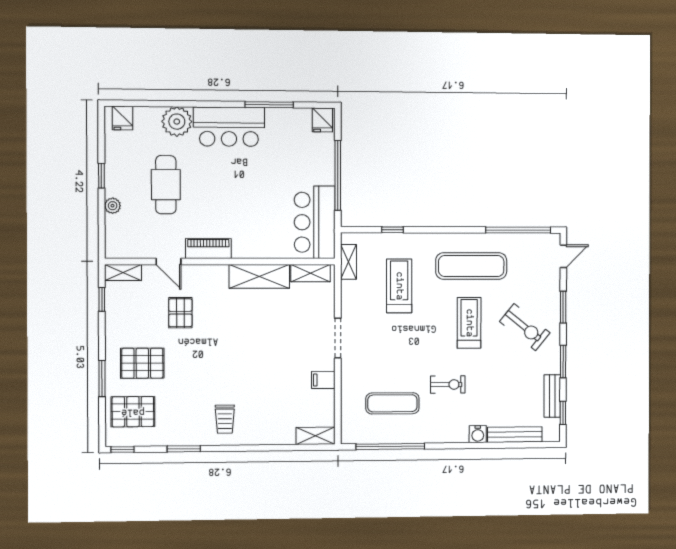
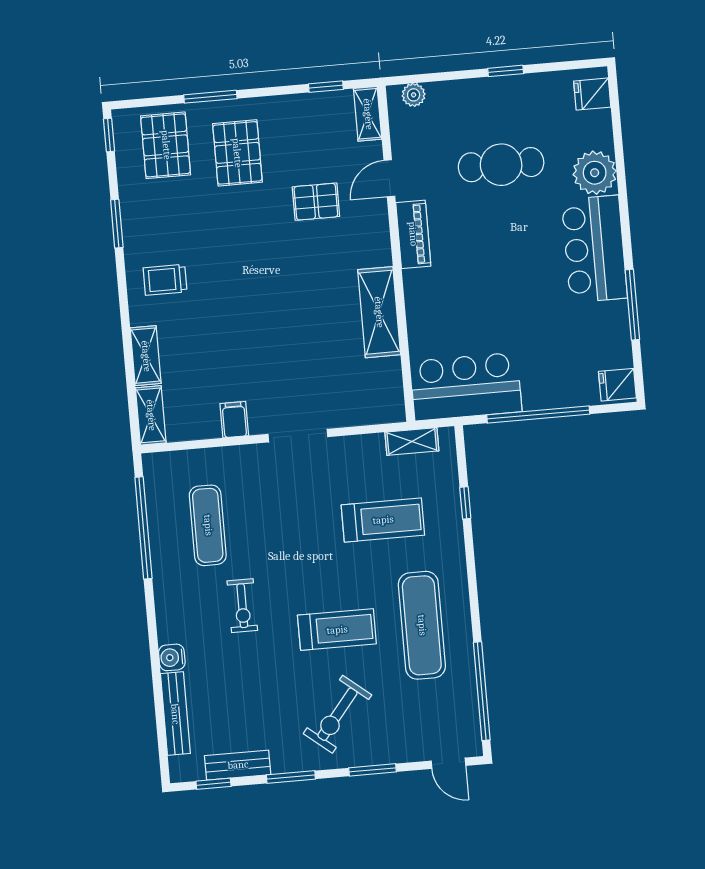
plant: (113, 206) -> (414, 95), moved
shelving: (310, 273) -> (146, 356), moved

